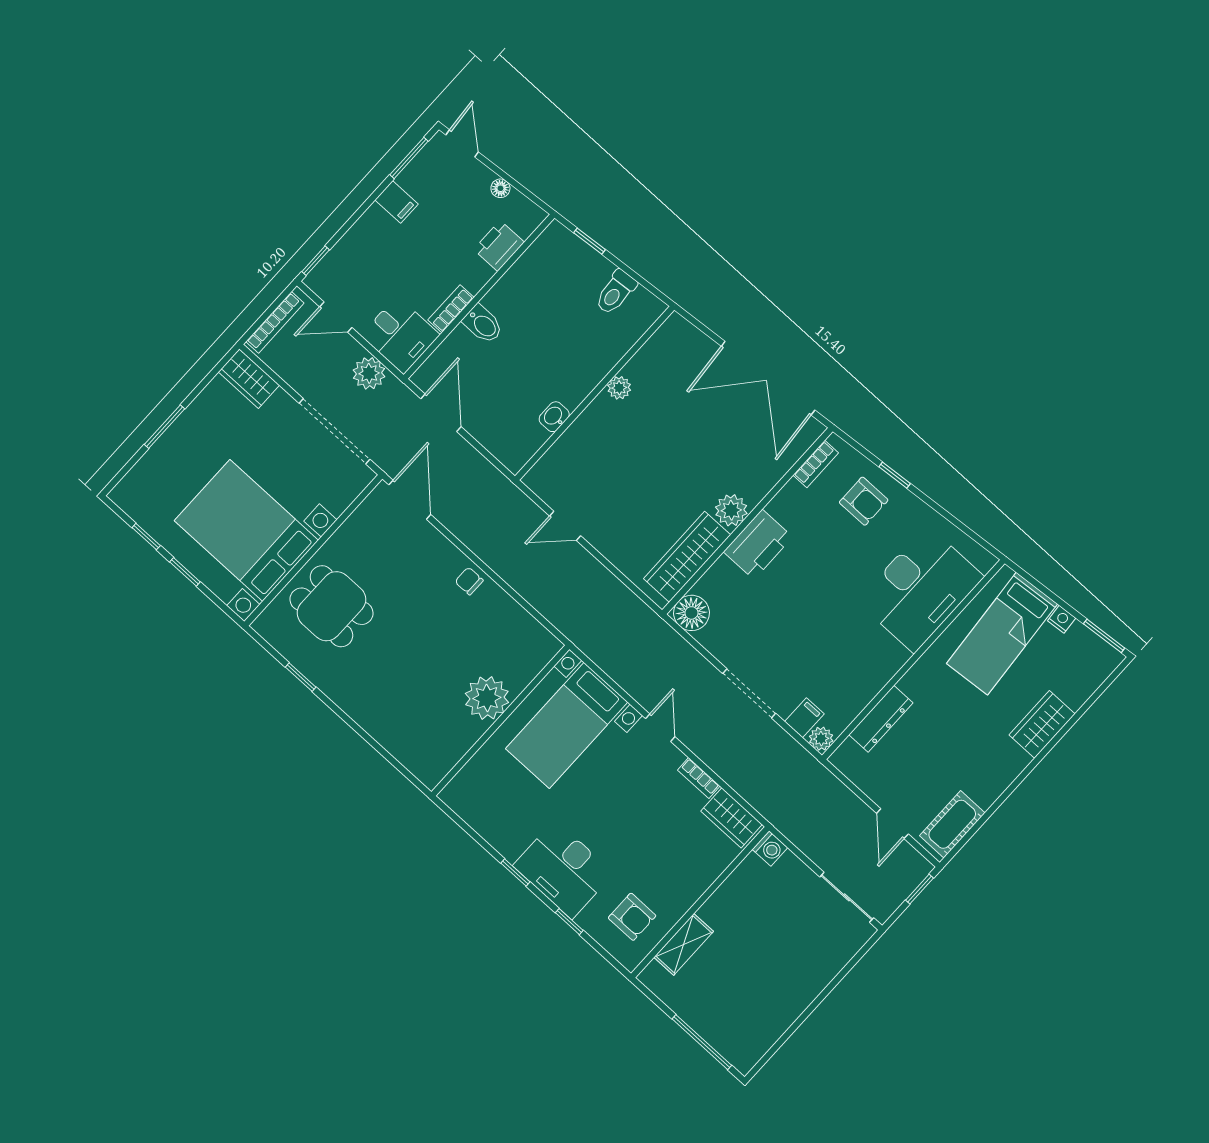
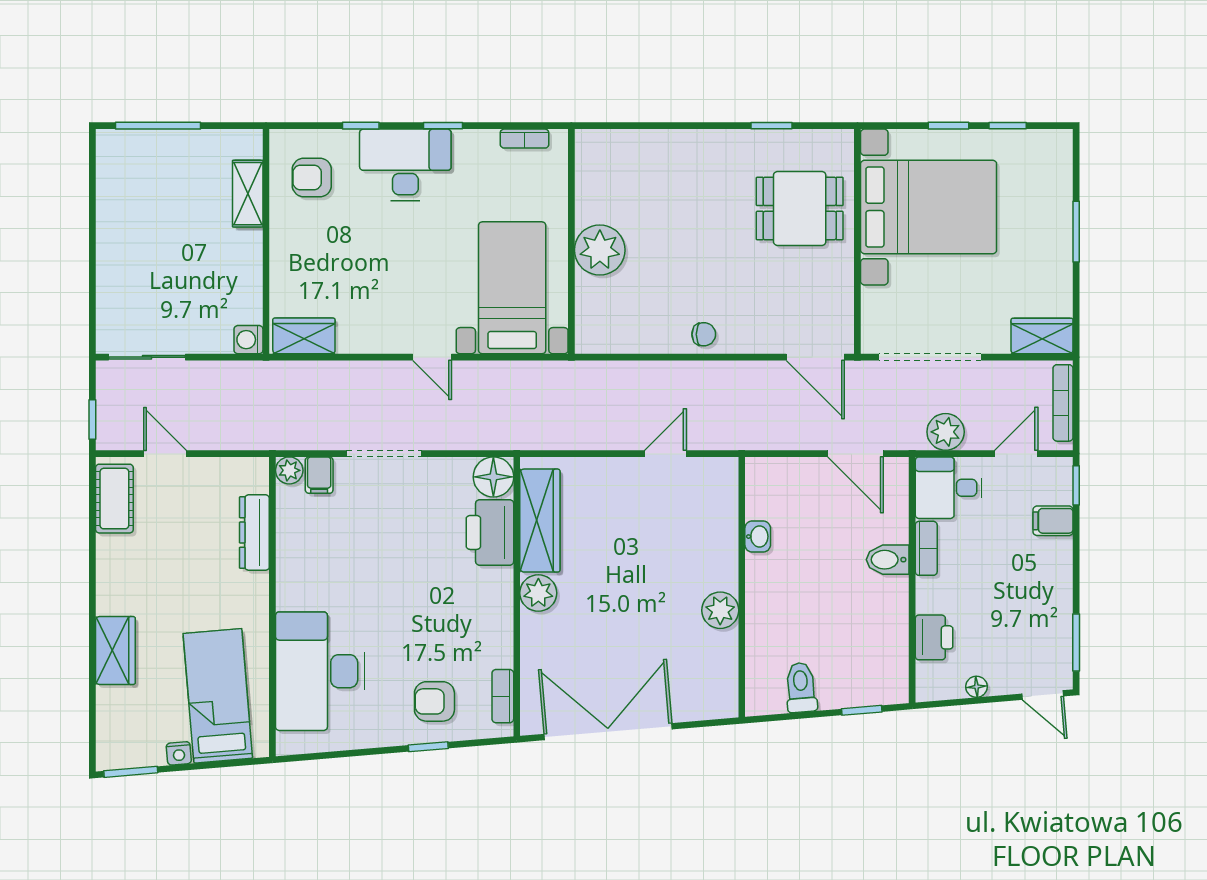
filing cabinet: (396, 202) -> (1053, 521), moved
plant: (619, 388) -> (720, 610), width x1.38, depth x1.38
printer: (758, 544) -> (490, 532), moved
bookcase: (699, 778) -> (525, 139), moved, turned 180

